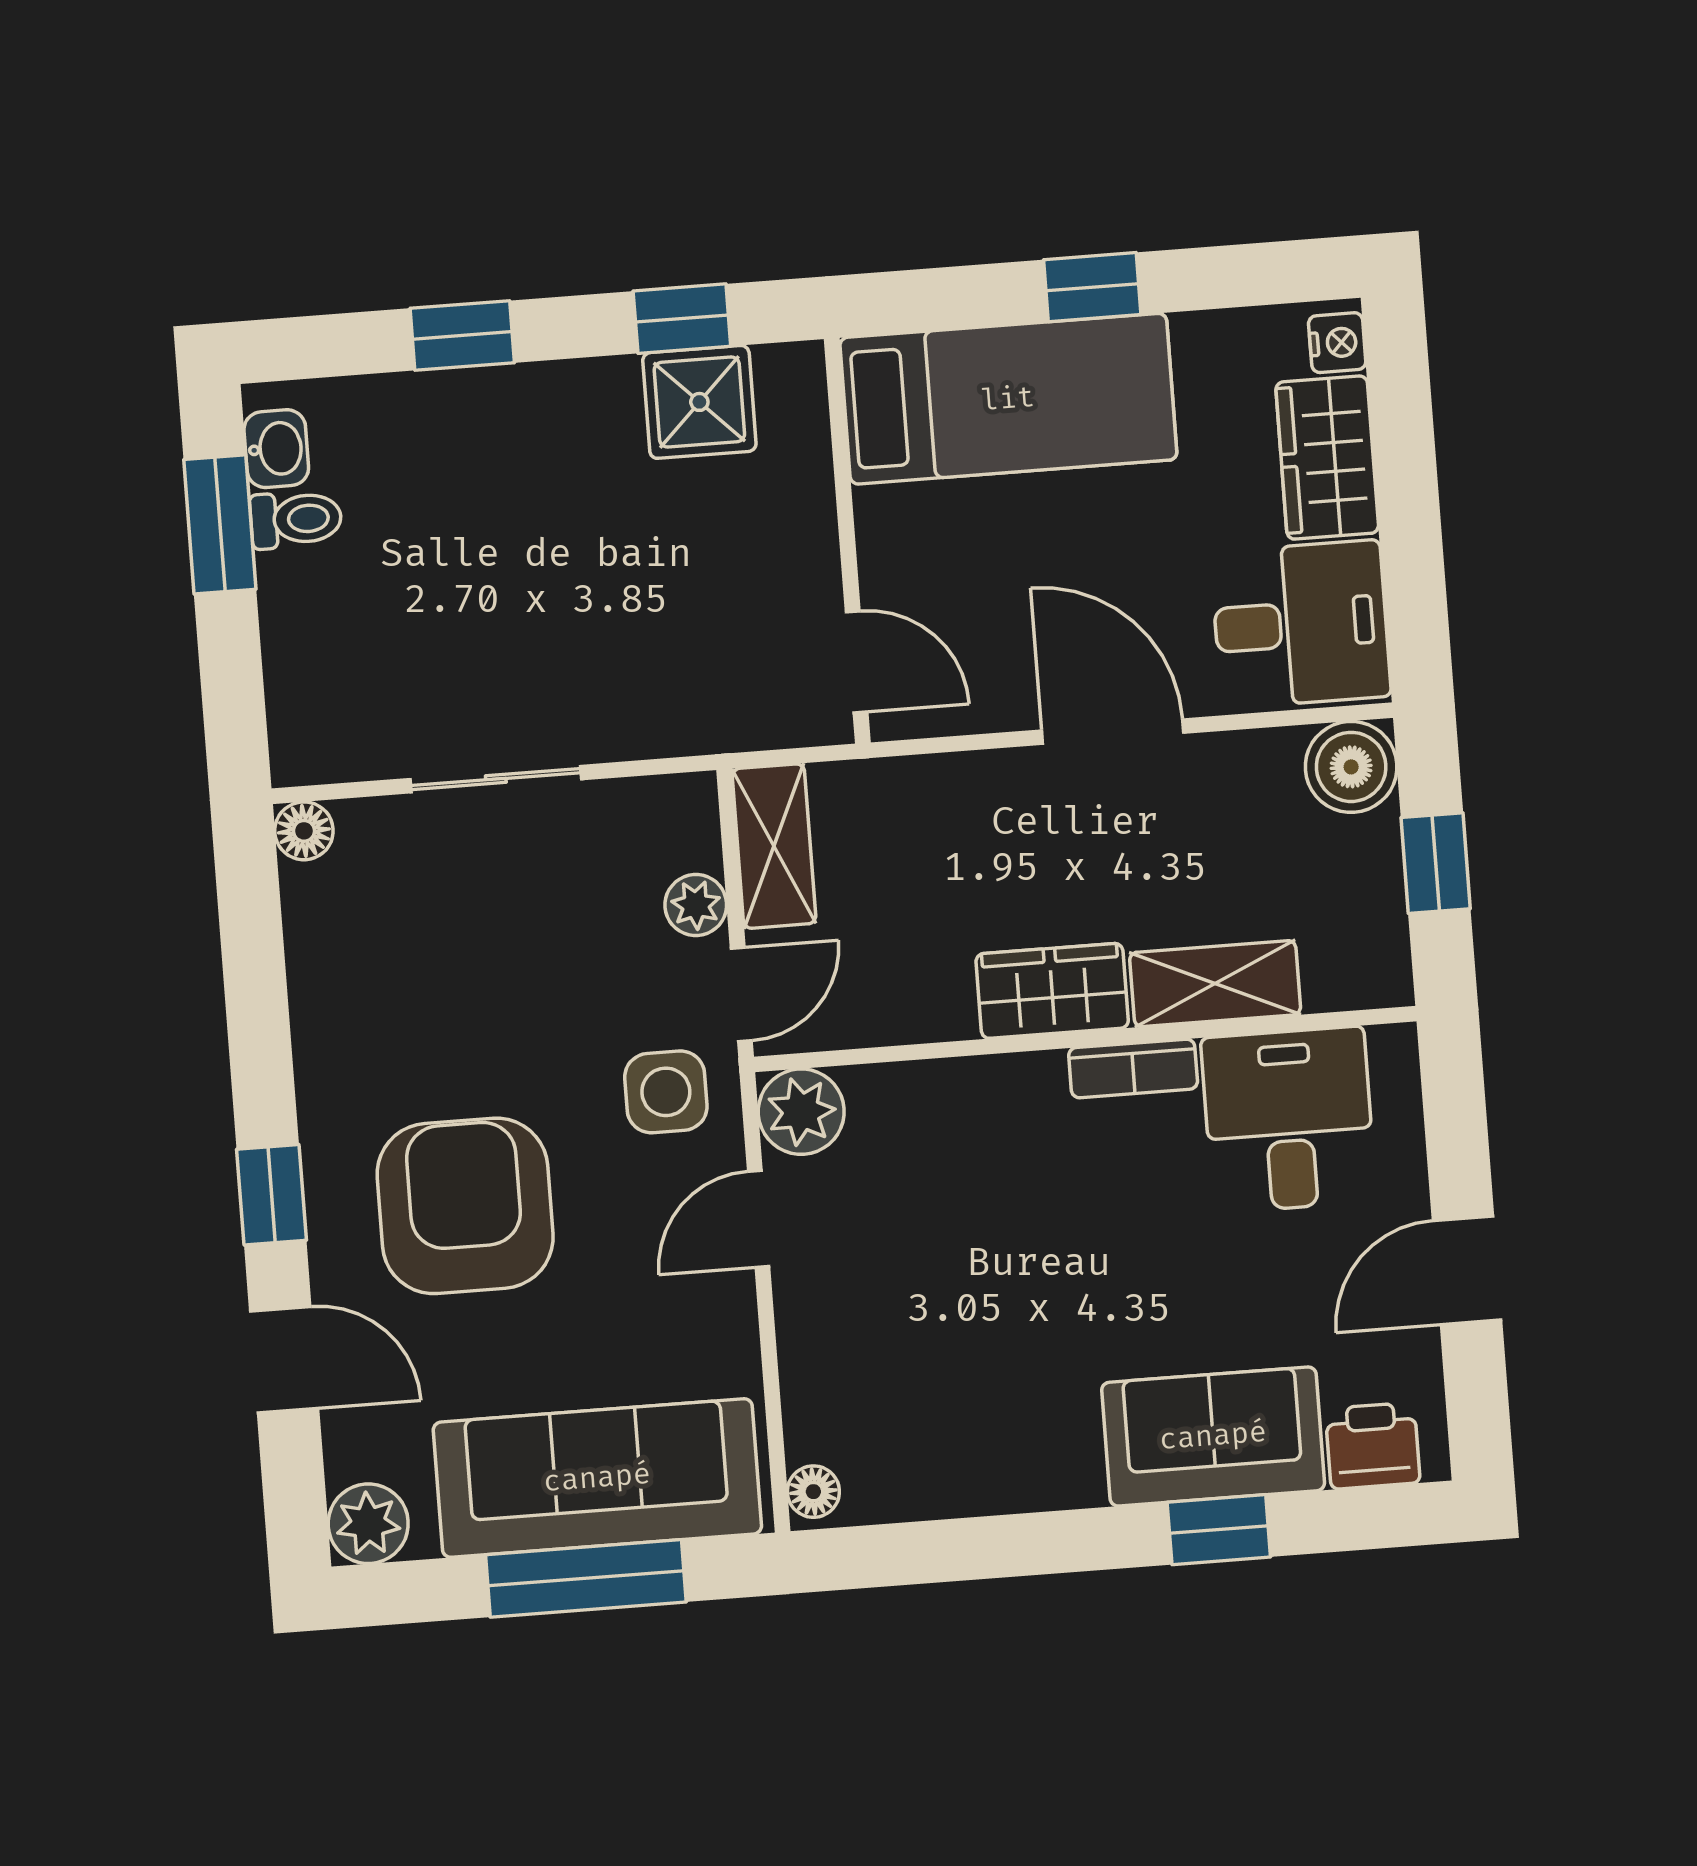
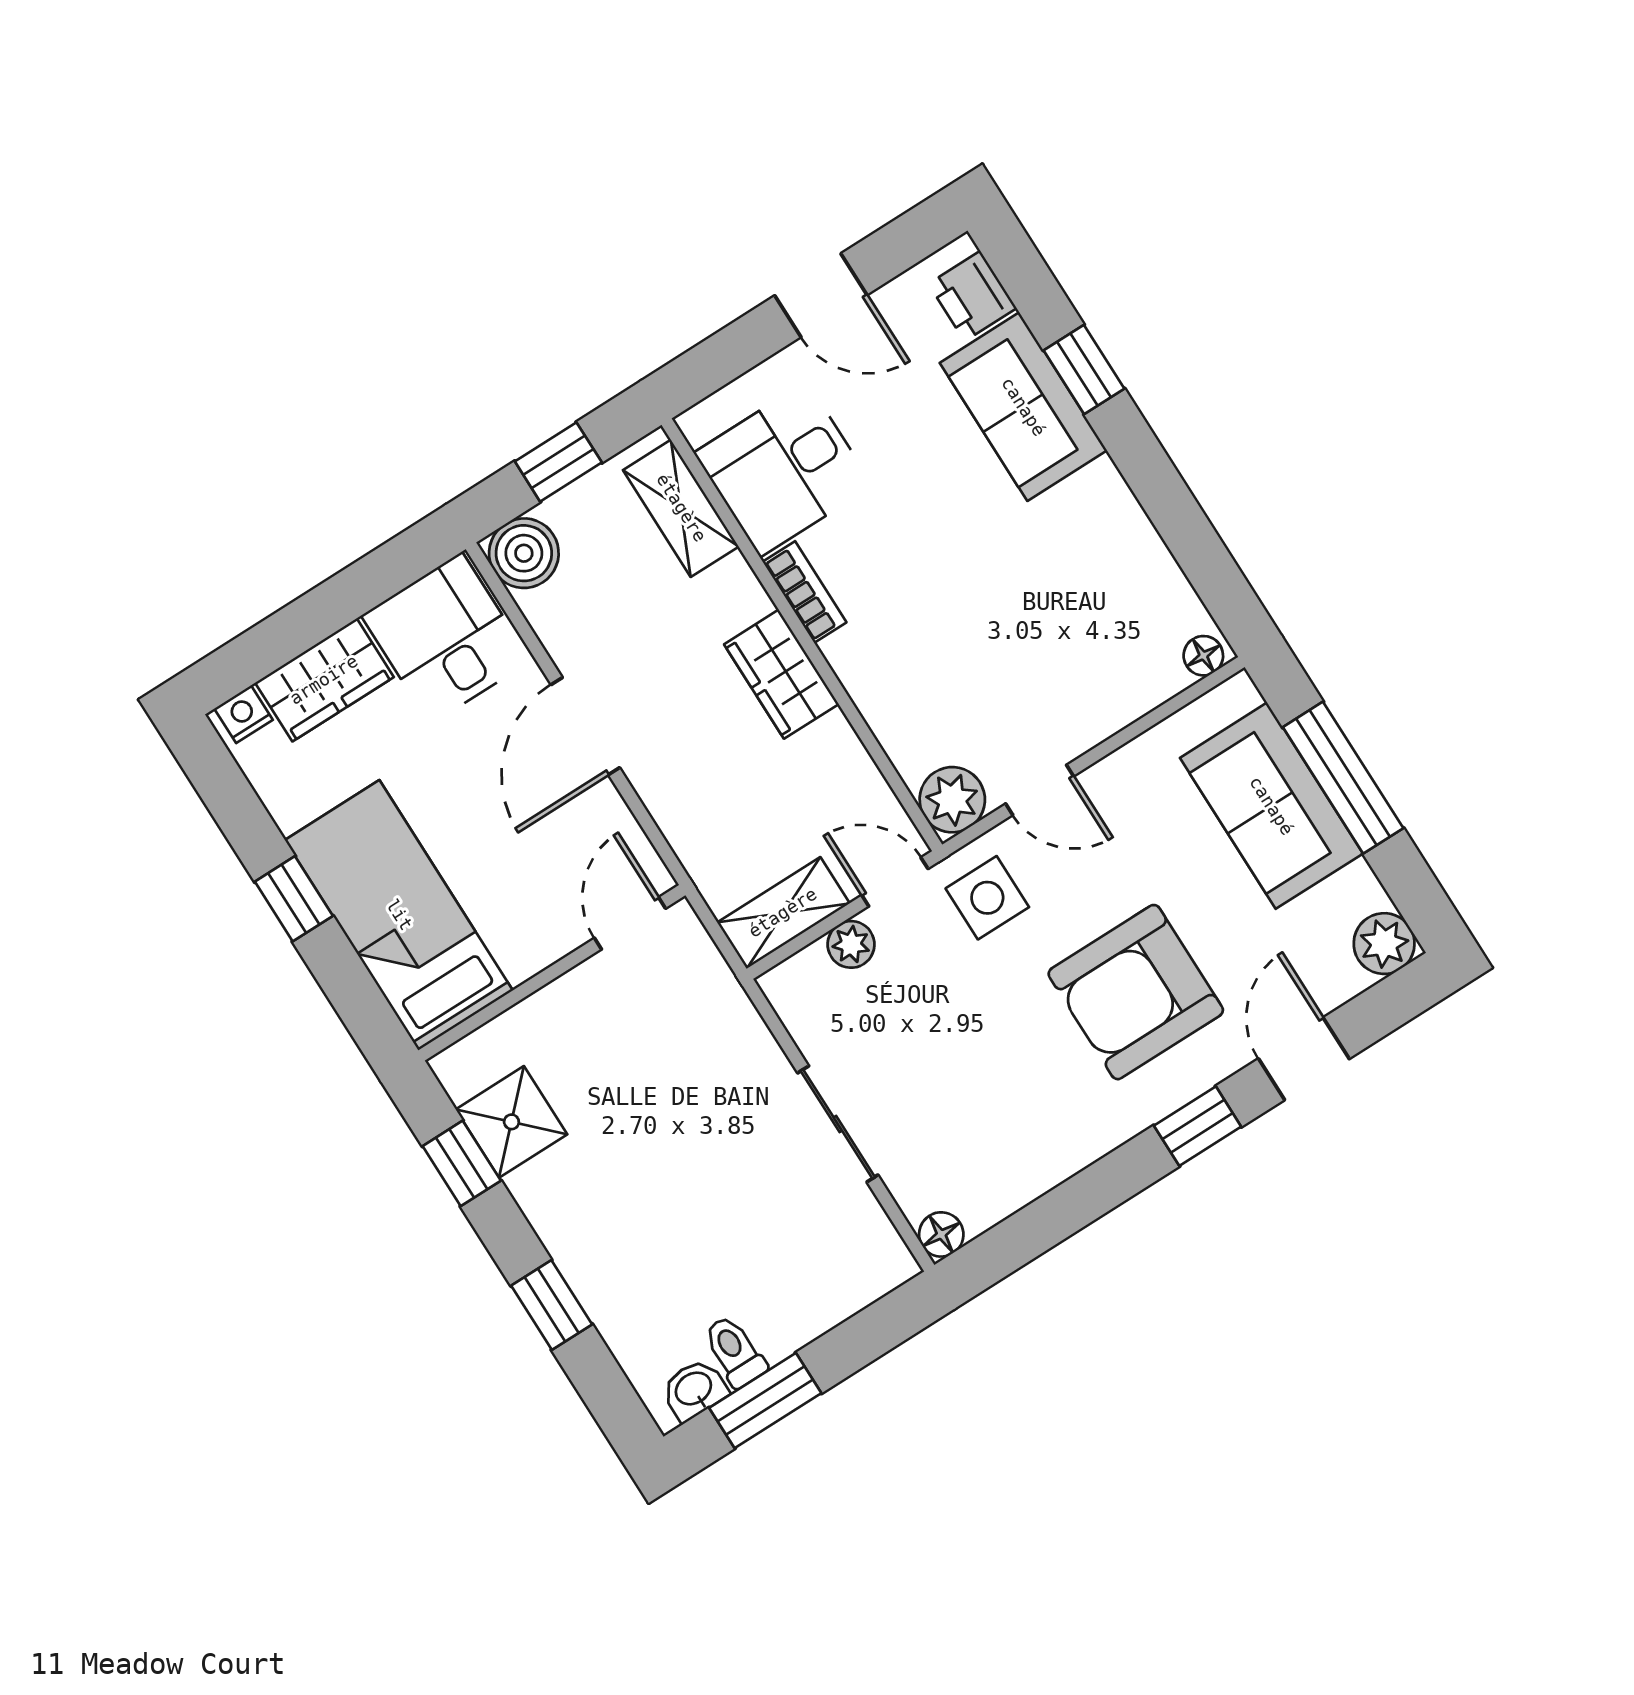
shelving: (1215, 984) -> (681, 508), moved
sofa: (597, 1478) -> (1271, 806), width x0.73

